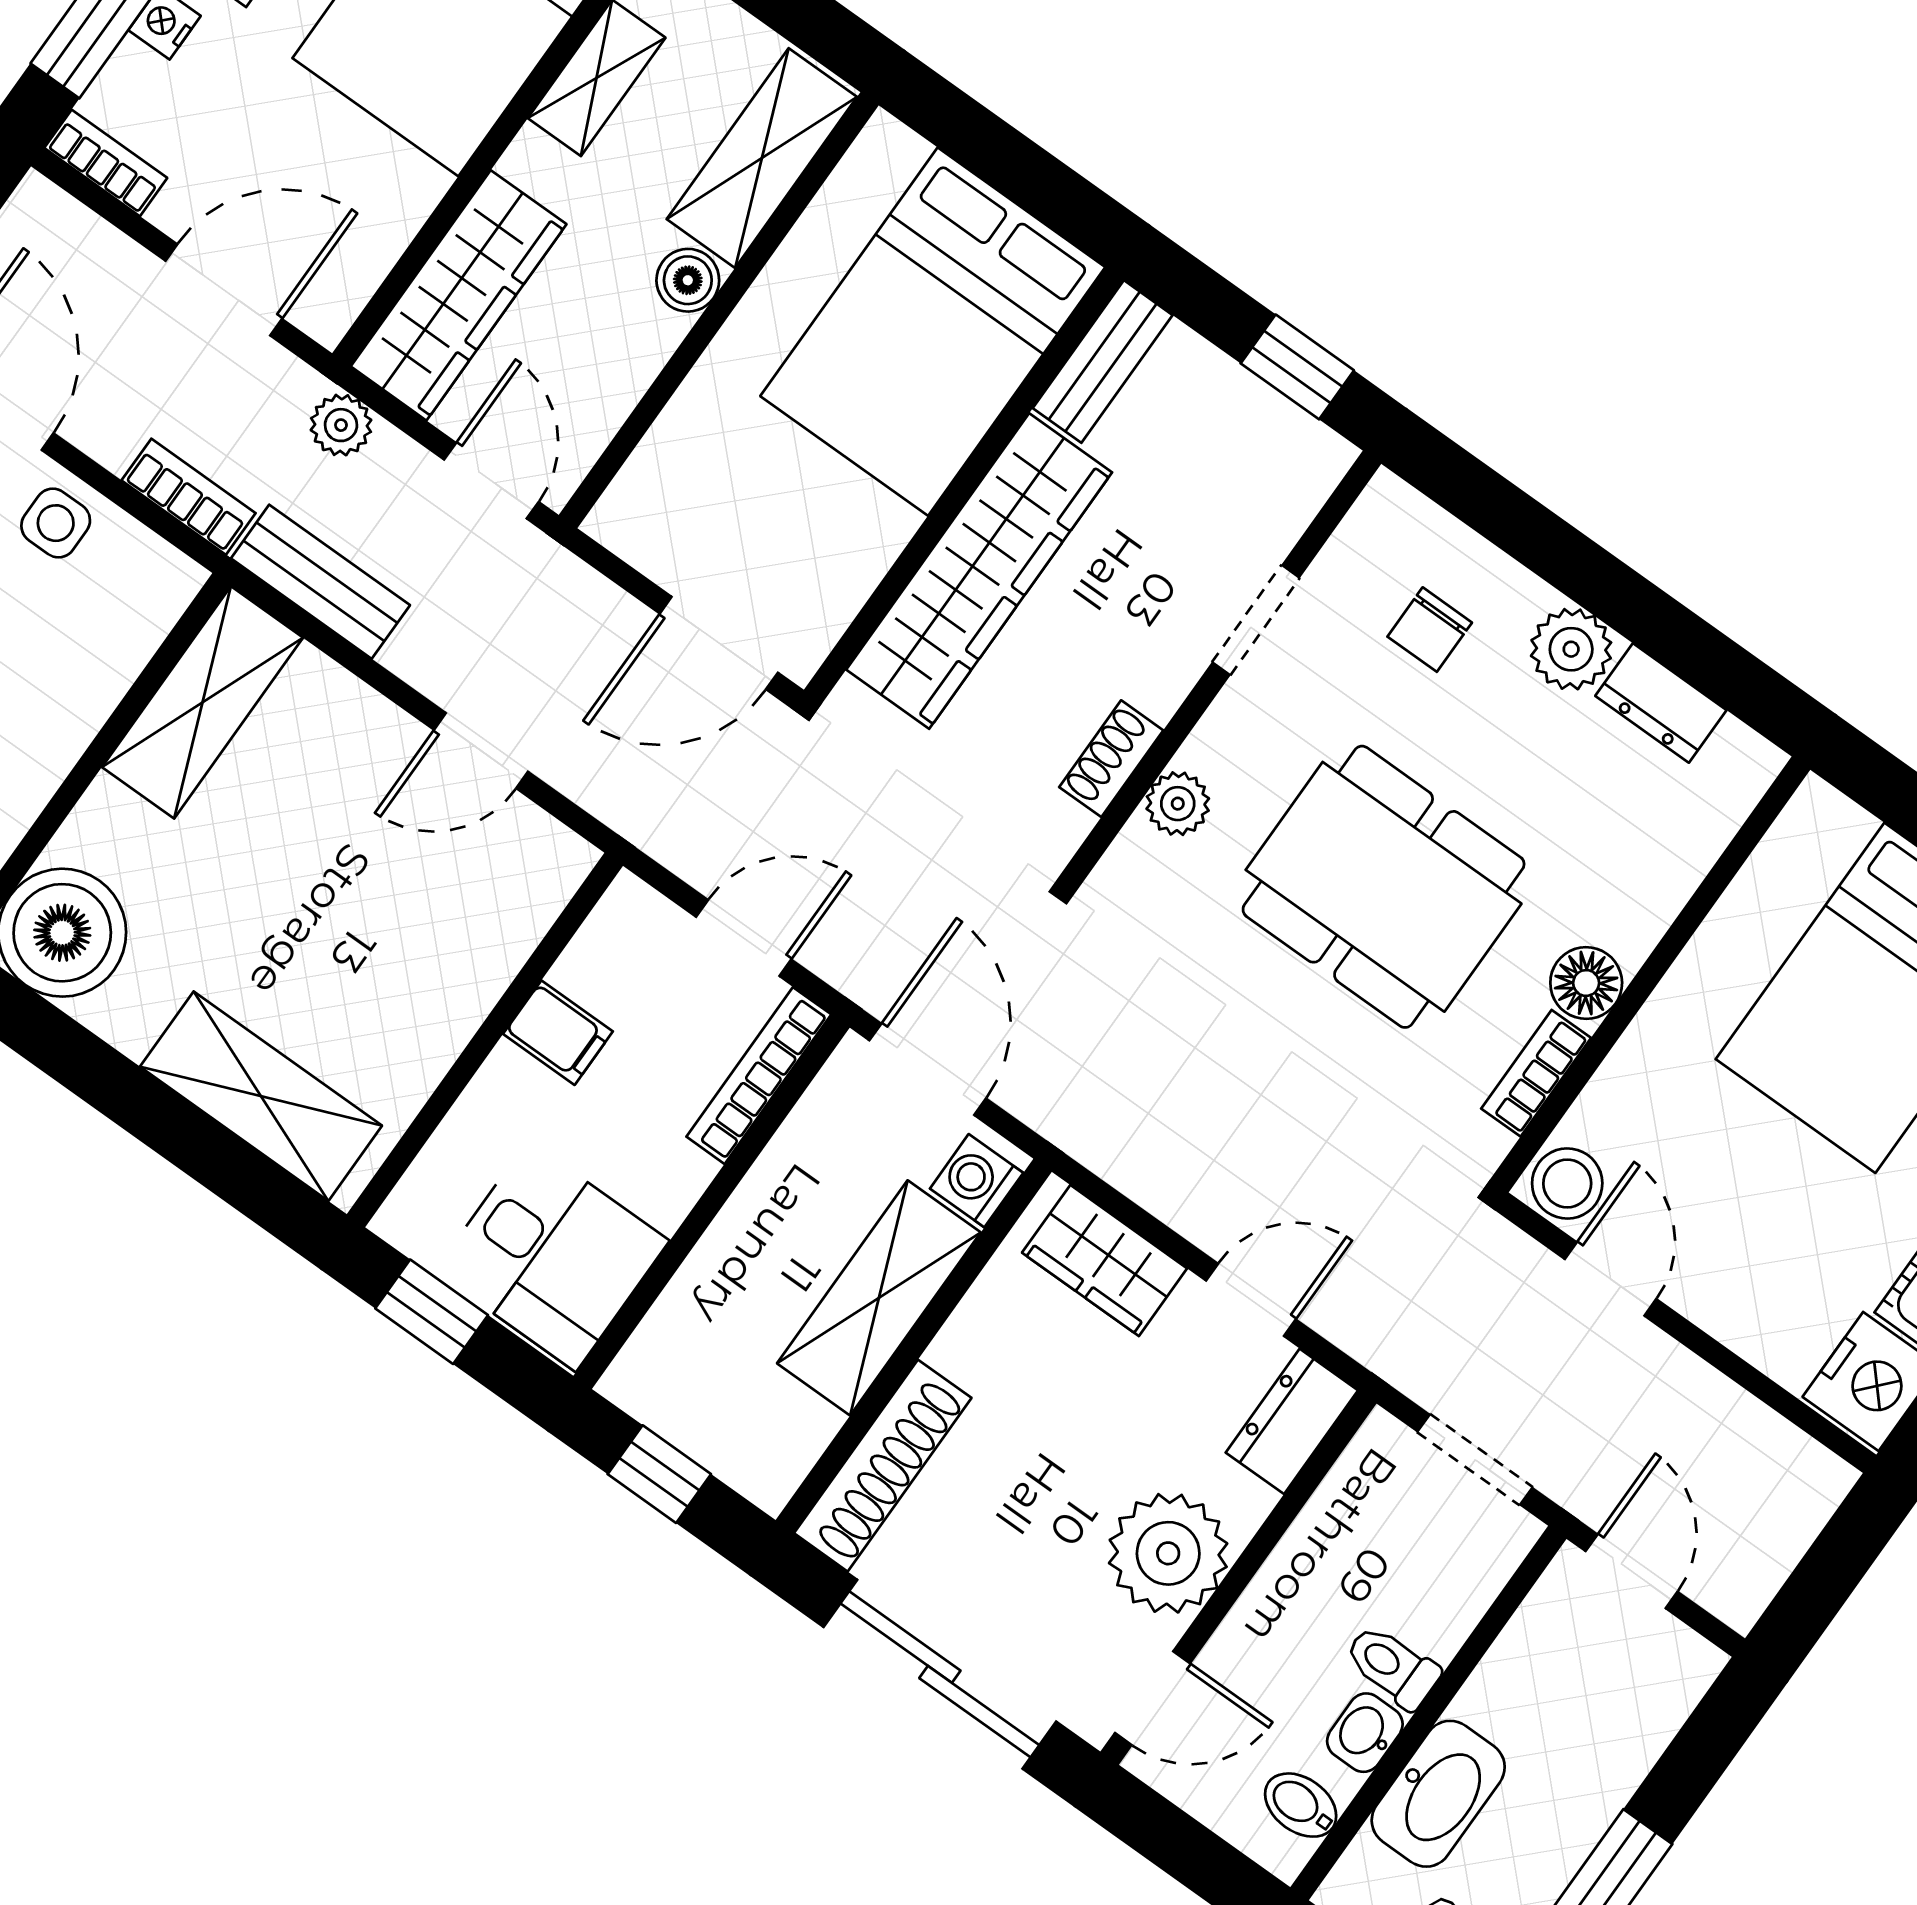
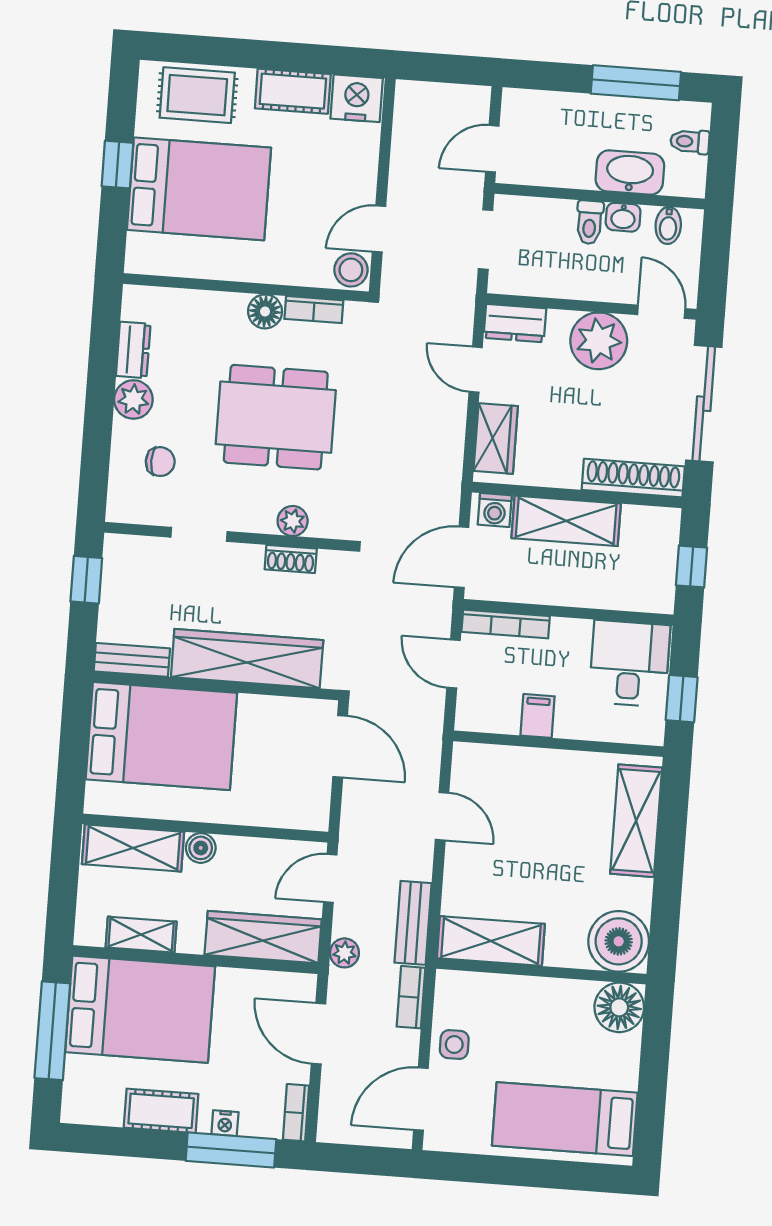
dining table: (1384, 887) -> (276, 417), turned 90

